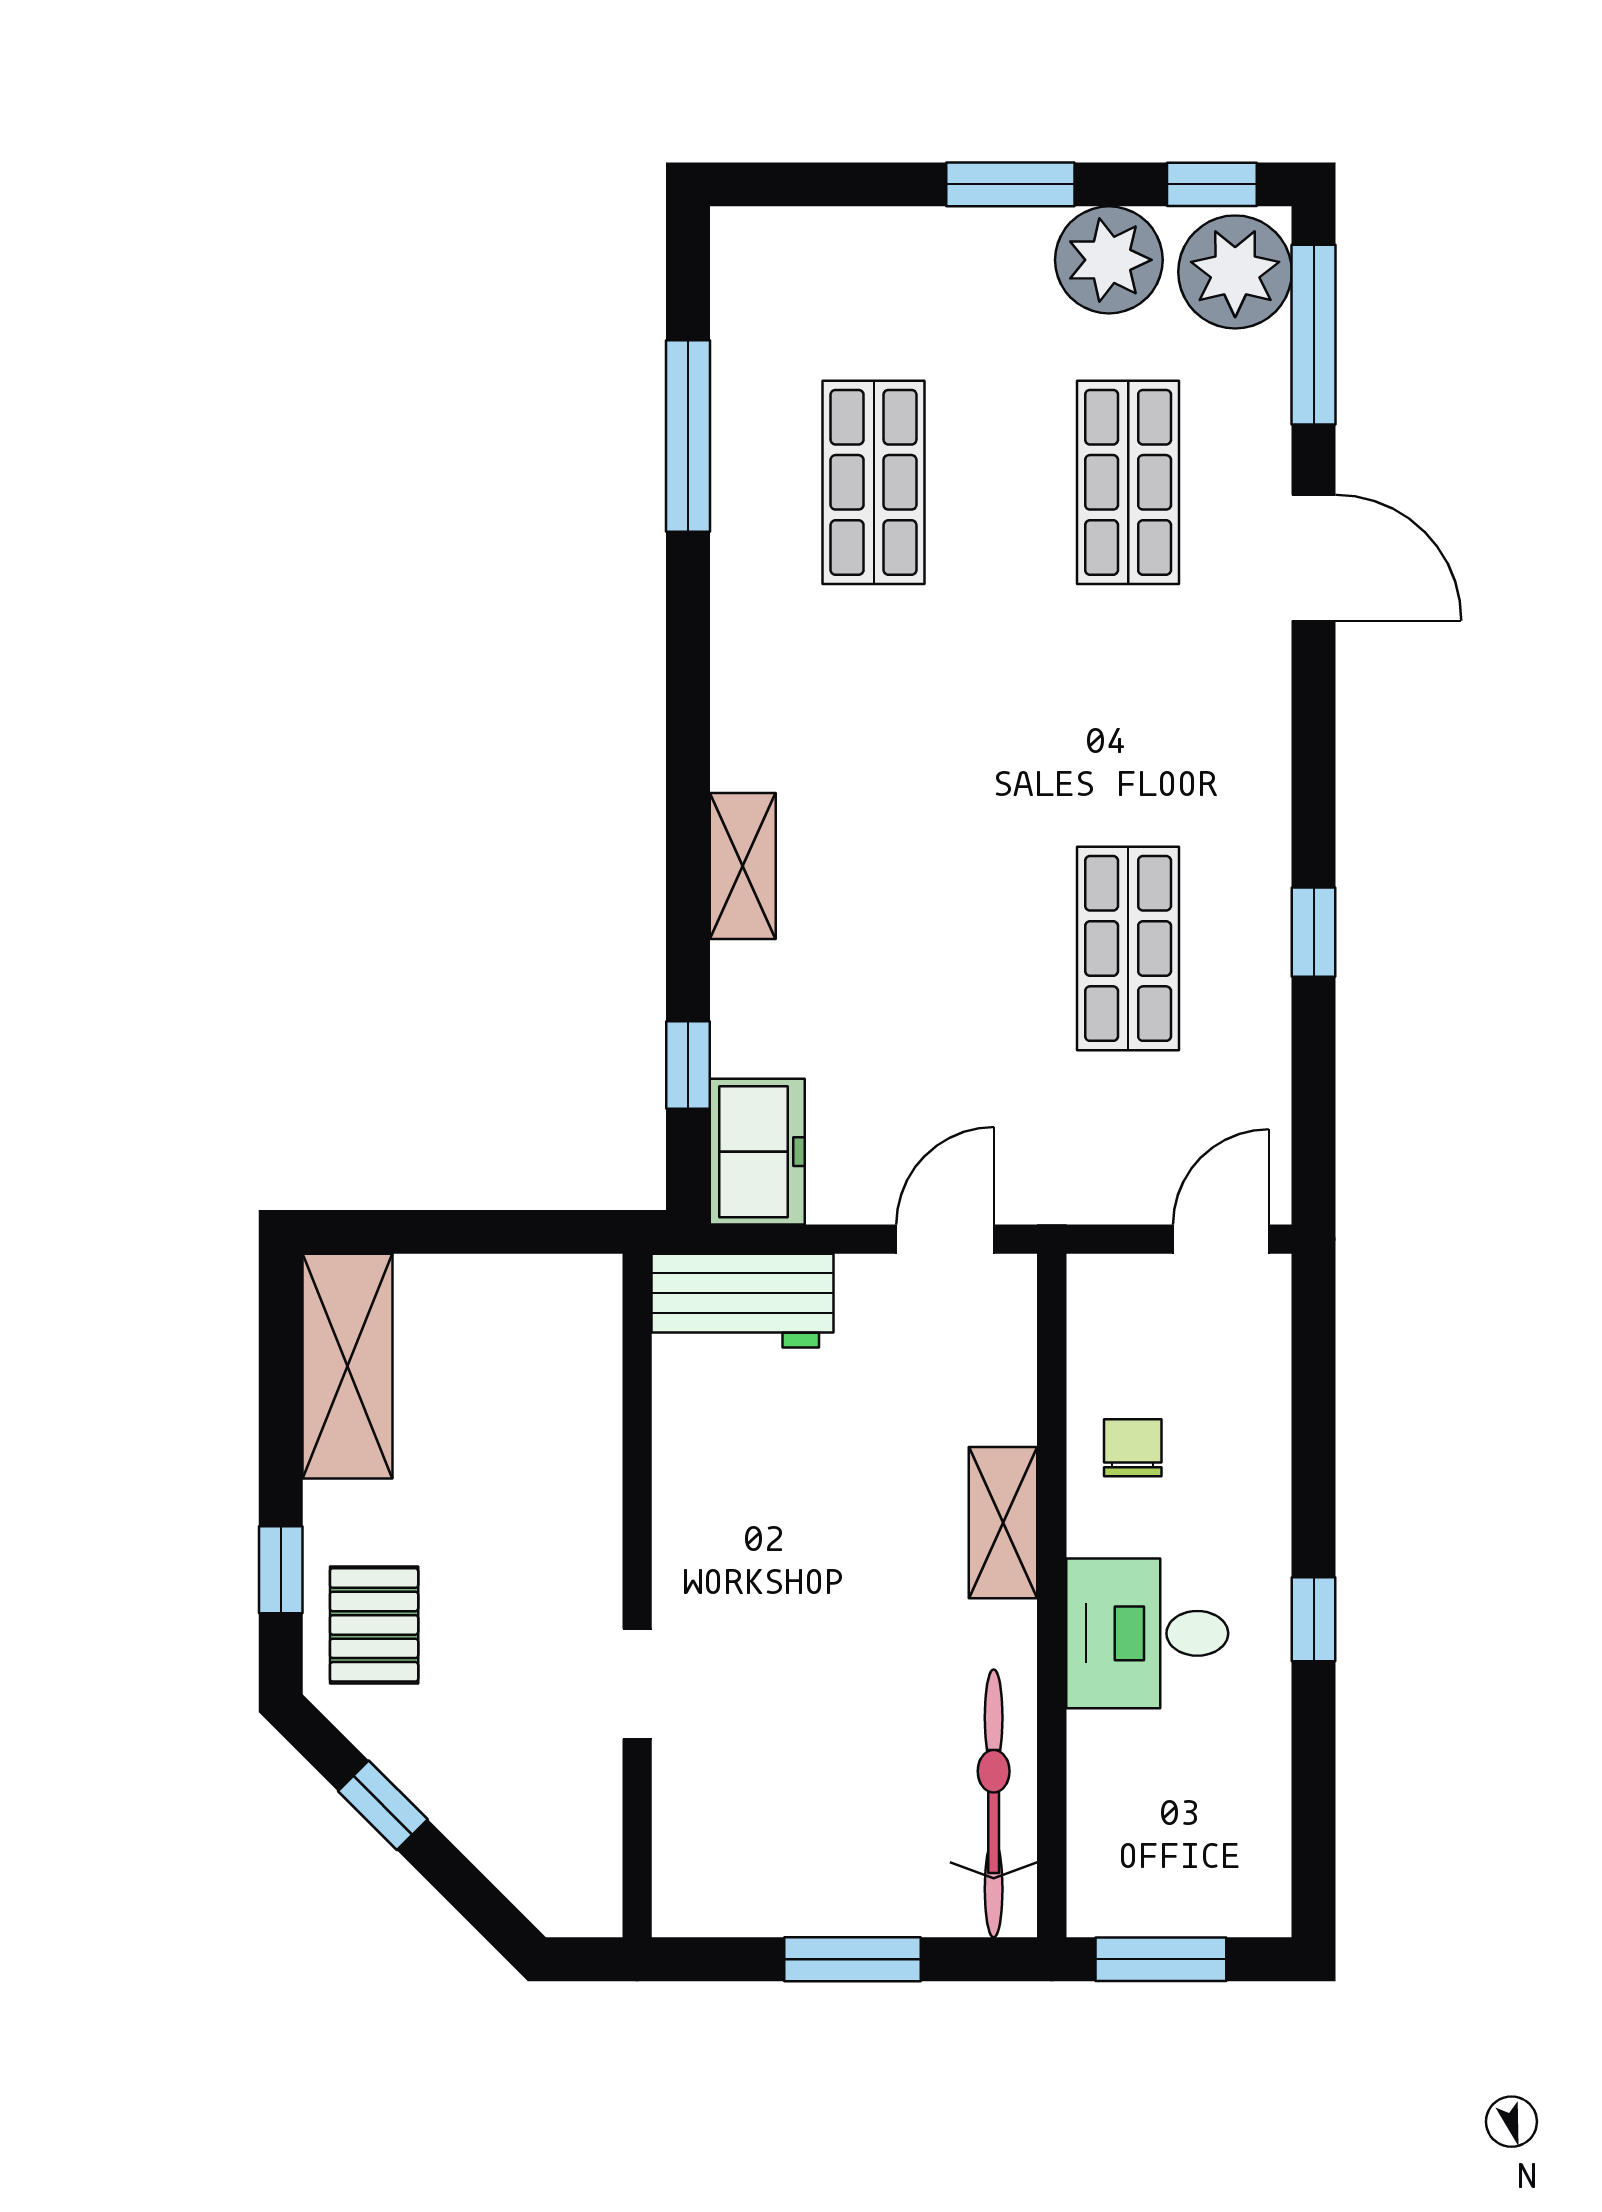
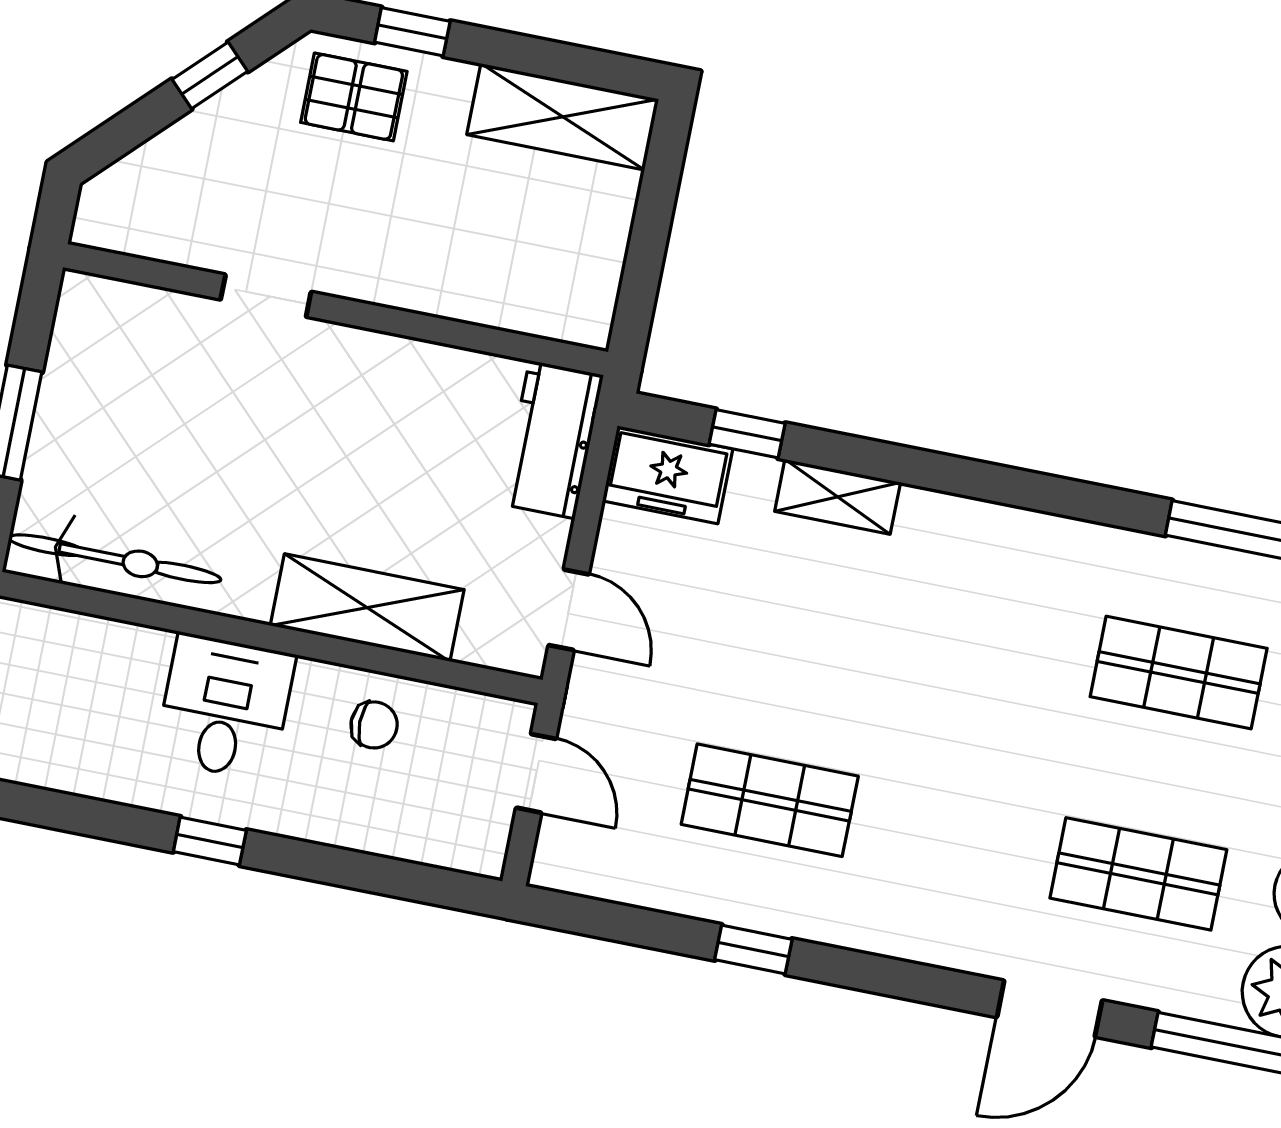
shelving: (743, 866) -> (838, 497), moved
door: (1221, 1239) -> (536, 773), moved
shelving: (1003, 1523) -> (367, 608), width x1.50, depth x1.33

